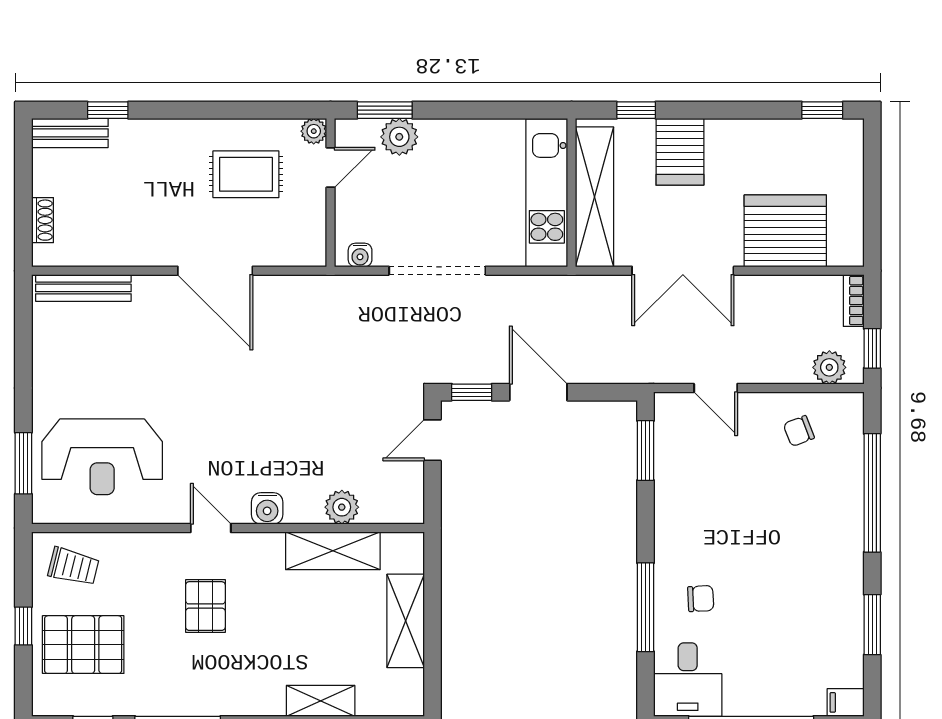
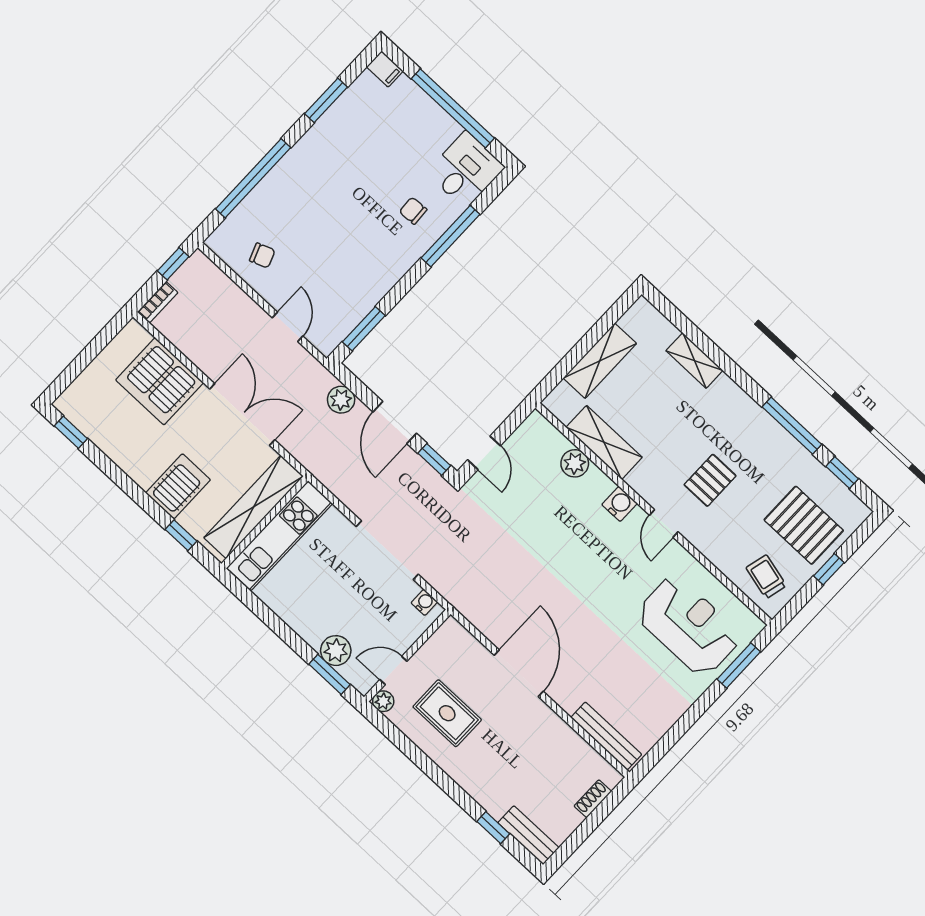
plant: (829, 367) -> (341, 400), moved
door: (432, 440) -> (484, 453), hinge flipped

